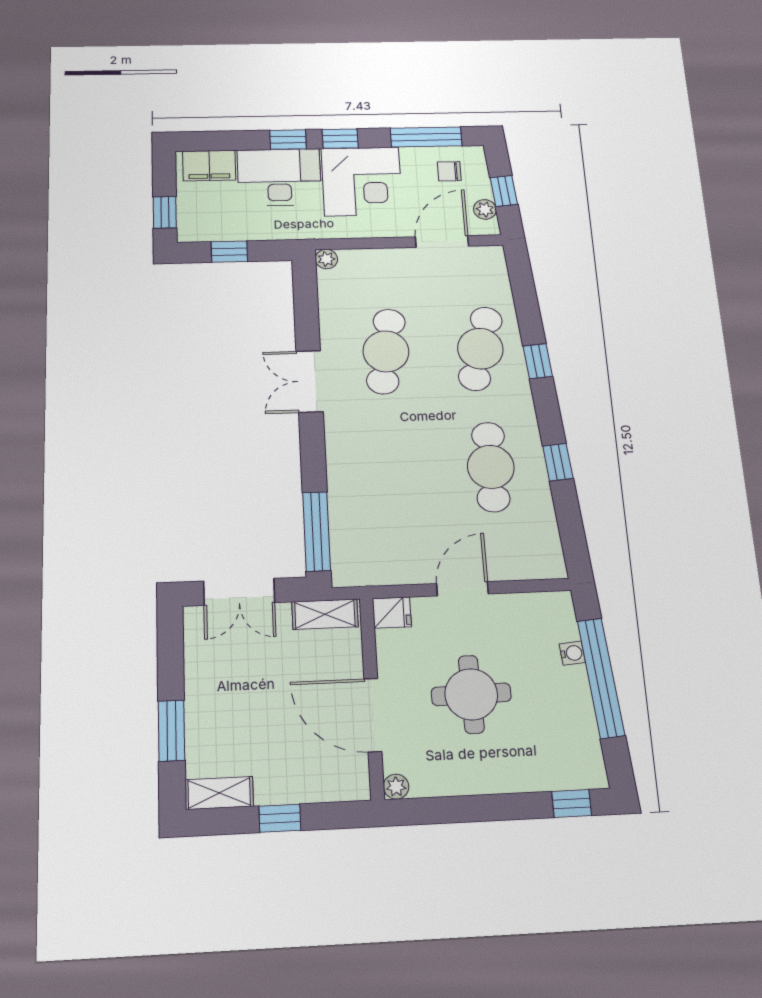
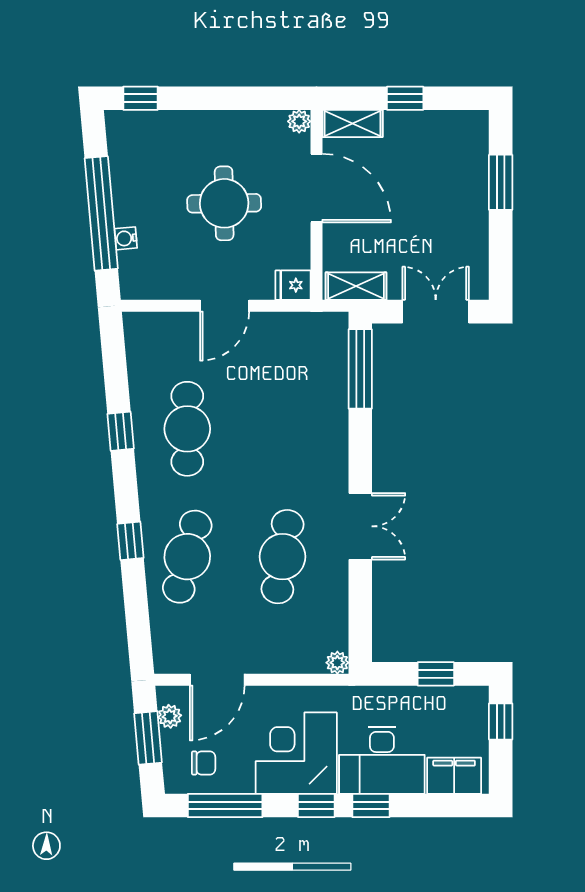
window: (504, 191) -> (148, 738), width x1.50
shelving: (219, 793) -> (353, 124), moved

